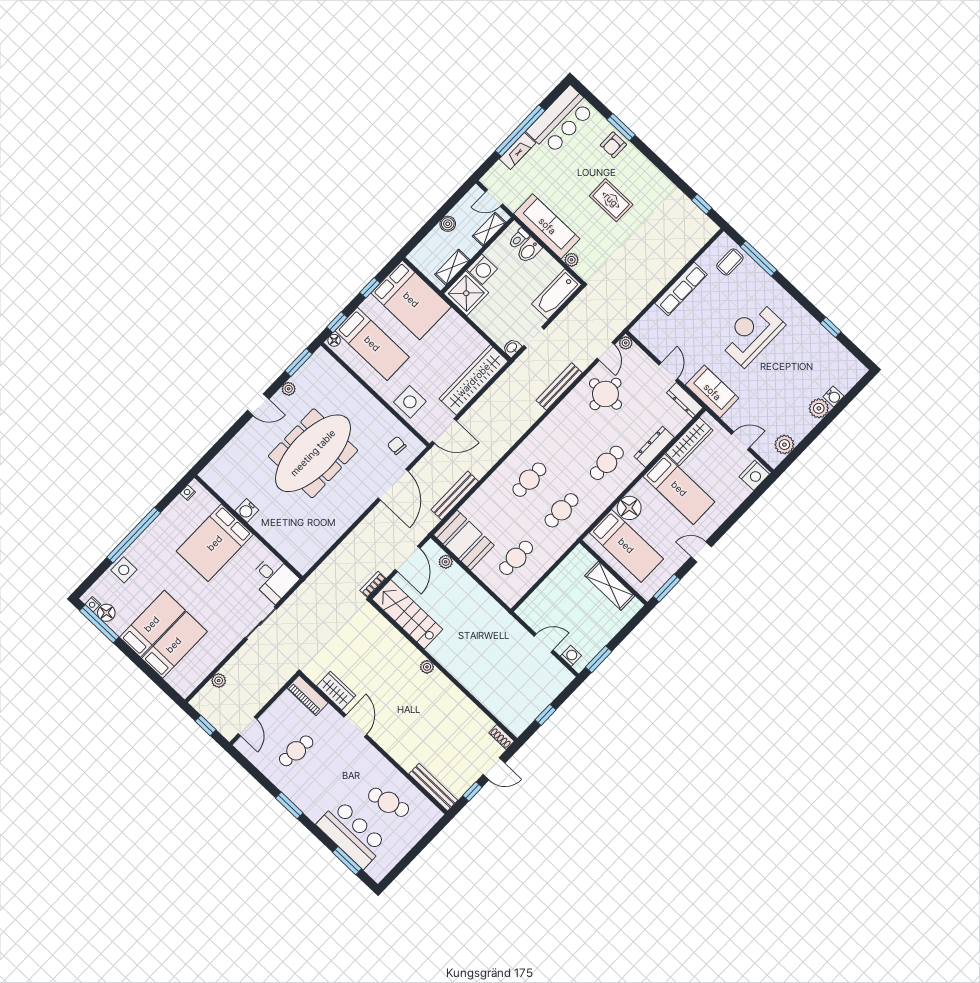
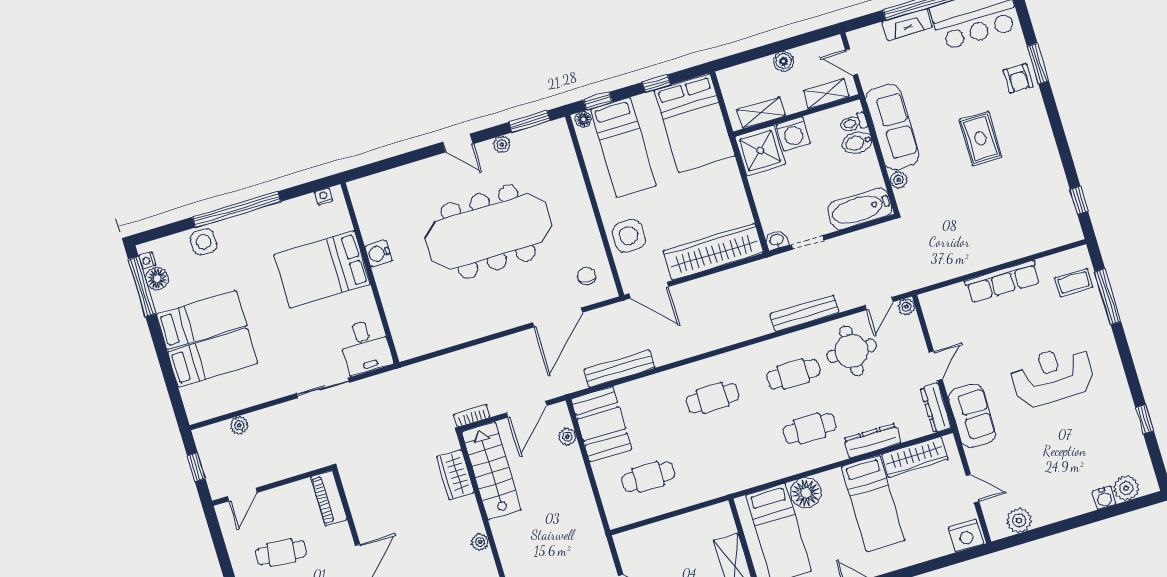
armchair: (613, 145) -> (1018, 78), turned -90
plant: (819, 408) -> (1126, 488), moved
cafe table: (561, 510) -> (793, 374), moved
wardrobe: (336, 691) -> (455, 474), moved, turned 180

